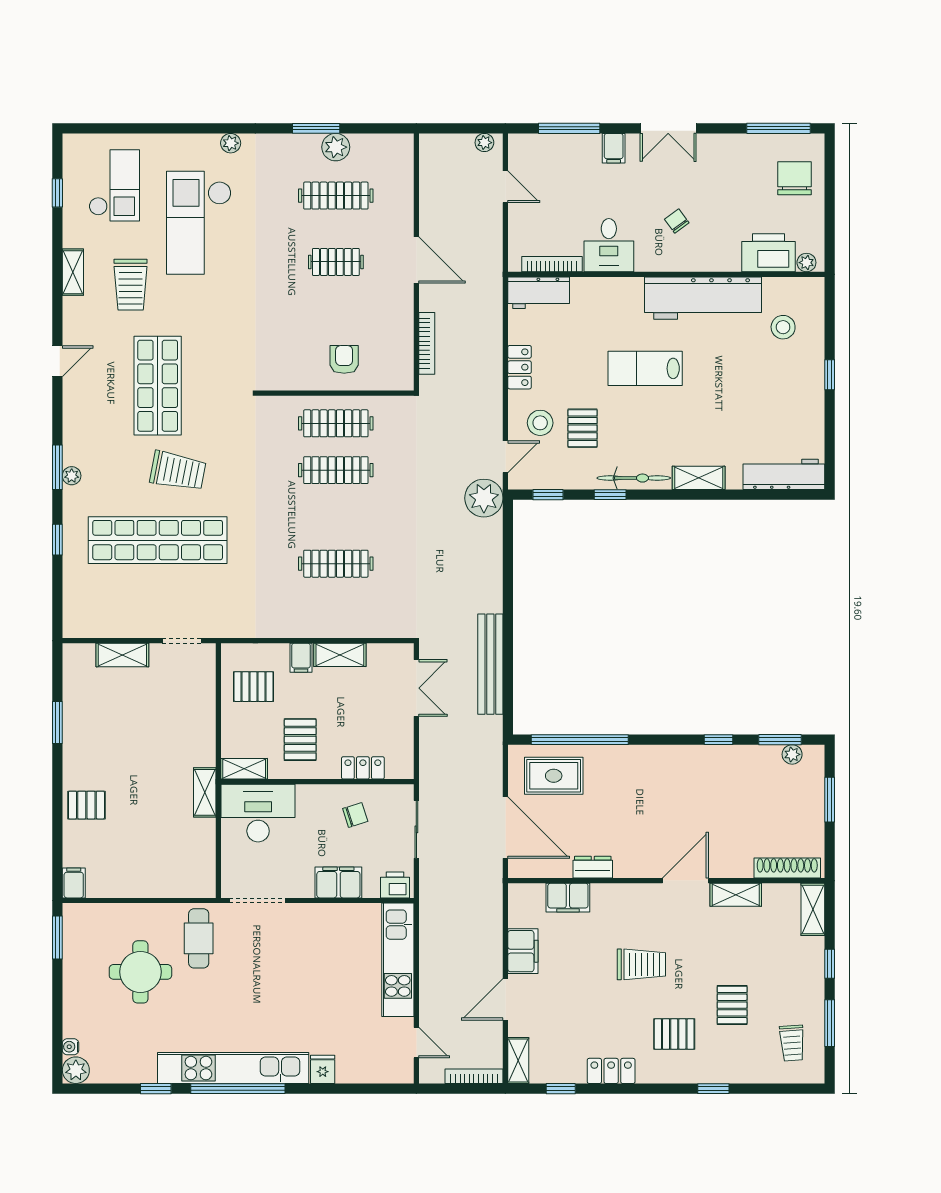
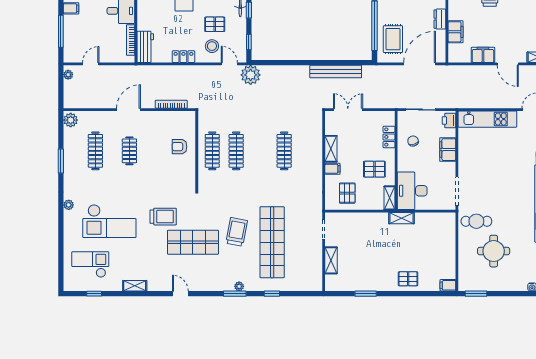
plant: (336, 147) -> (71, 120), moved
trolley: (131, 285) -> (163, 217), moved
pallet: (86, 805) -> (408, 279), turned 90

